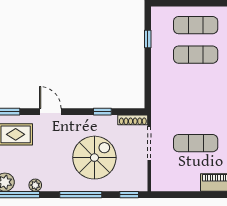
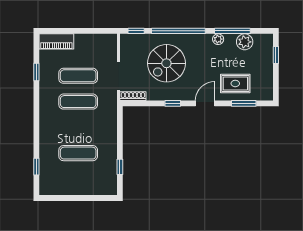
exercise mat: (196, 25) -> (78, 102), moved
door: (50, 112) -> (205, 103), swing flipped
window: (102, 112) -> (173, 103), moved
window: (81, 195) -> (178, 31), width x1.46

